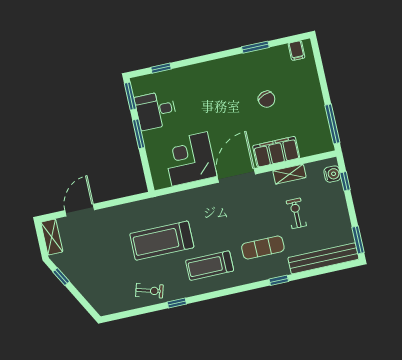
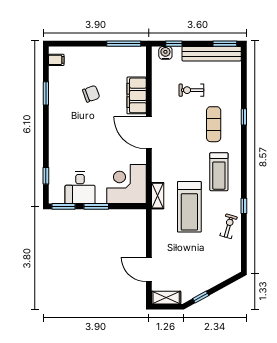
corner desk: (190, 159) -> (127, 184), moved, turned 90
shelving: (289, 174) -> (158, 196), moved
bench: (323, 258) -> (212, 54), moved, turned 90

